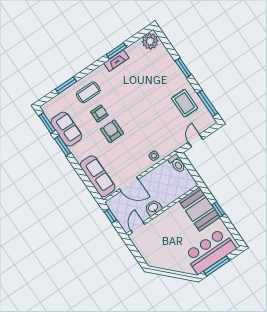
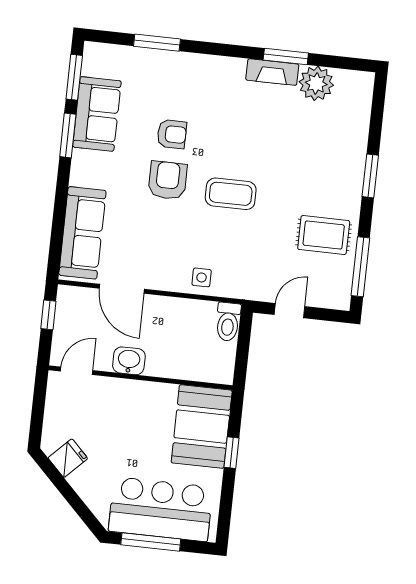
plant: (150, 41) -> (316, 83), moved
coffee table: (88, 92) -> (231, 194), moved
rug: (185, 103) -> (324, 235), turned 90
fridge: (161, 261) -> (68, 458), added

